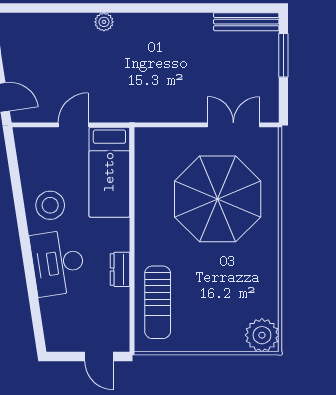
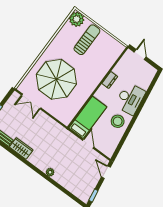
wardrobe: (188, 26) -> (21, 148), added
door: (73, 125) -> (88, 144), swing flipped
sun lounger: (158, 302) -> (87, 40), moved

